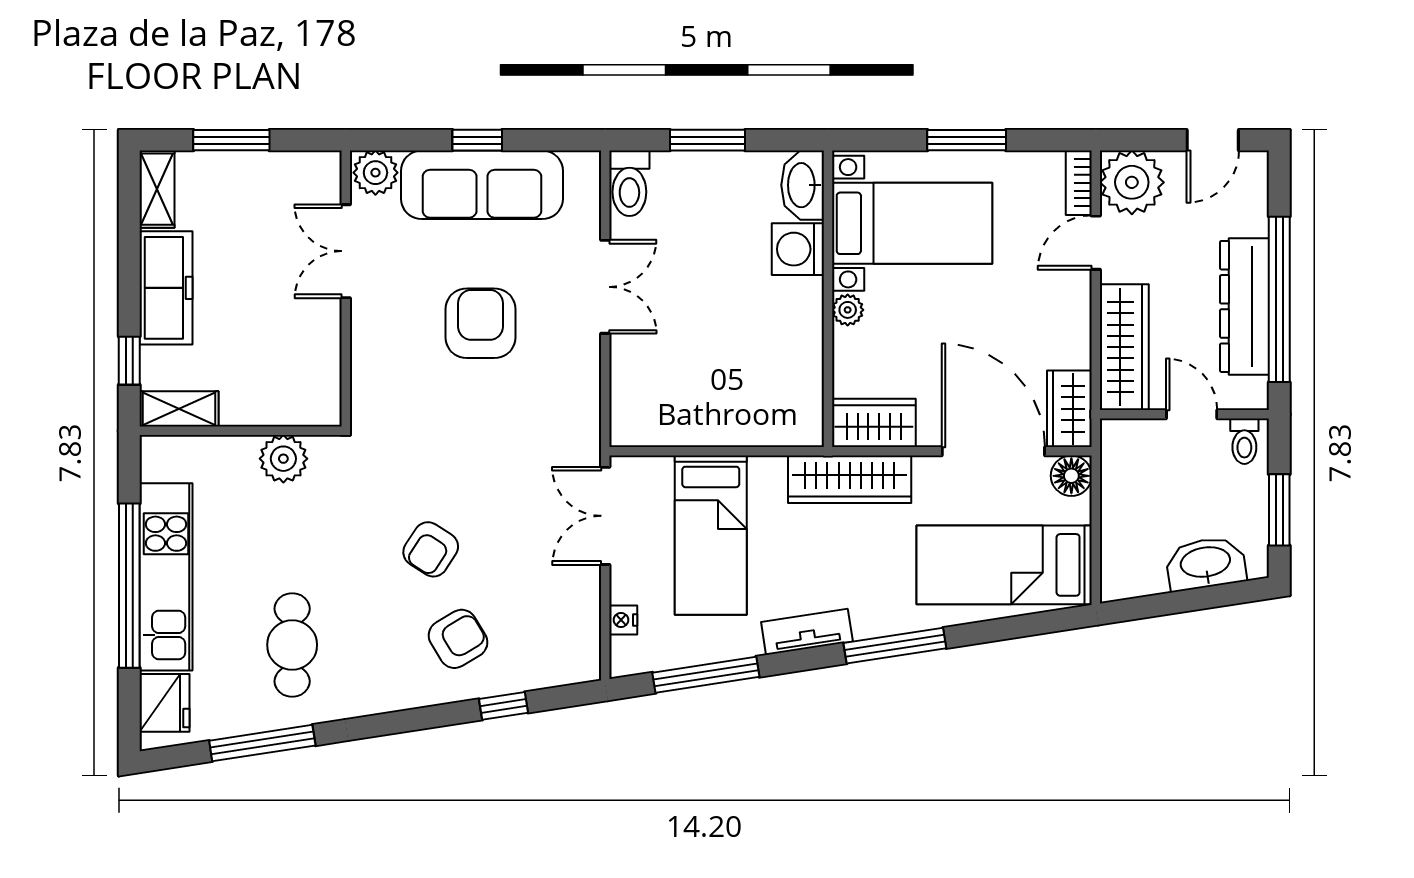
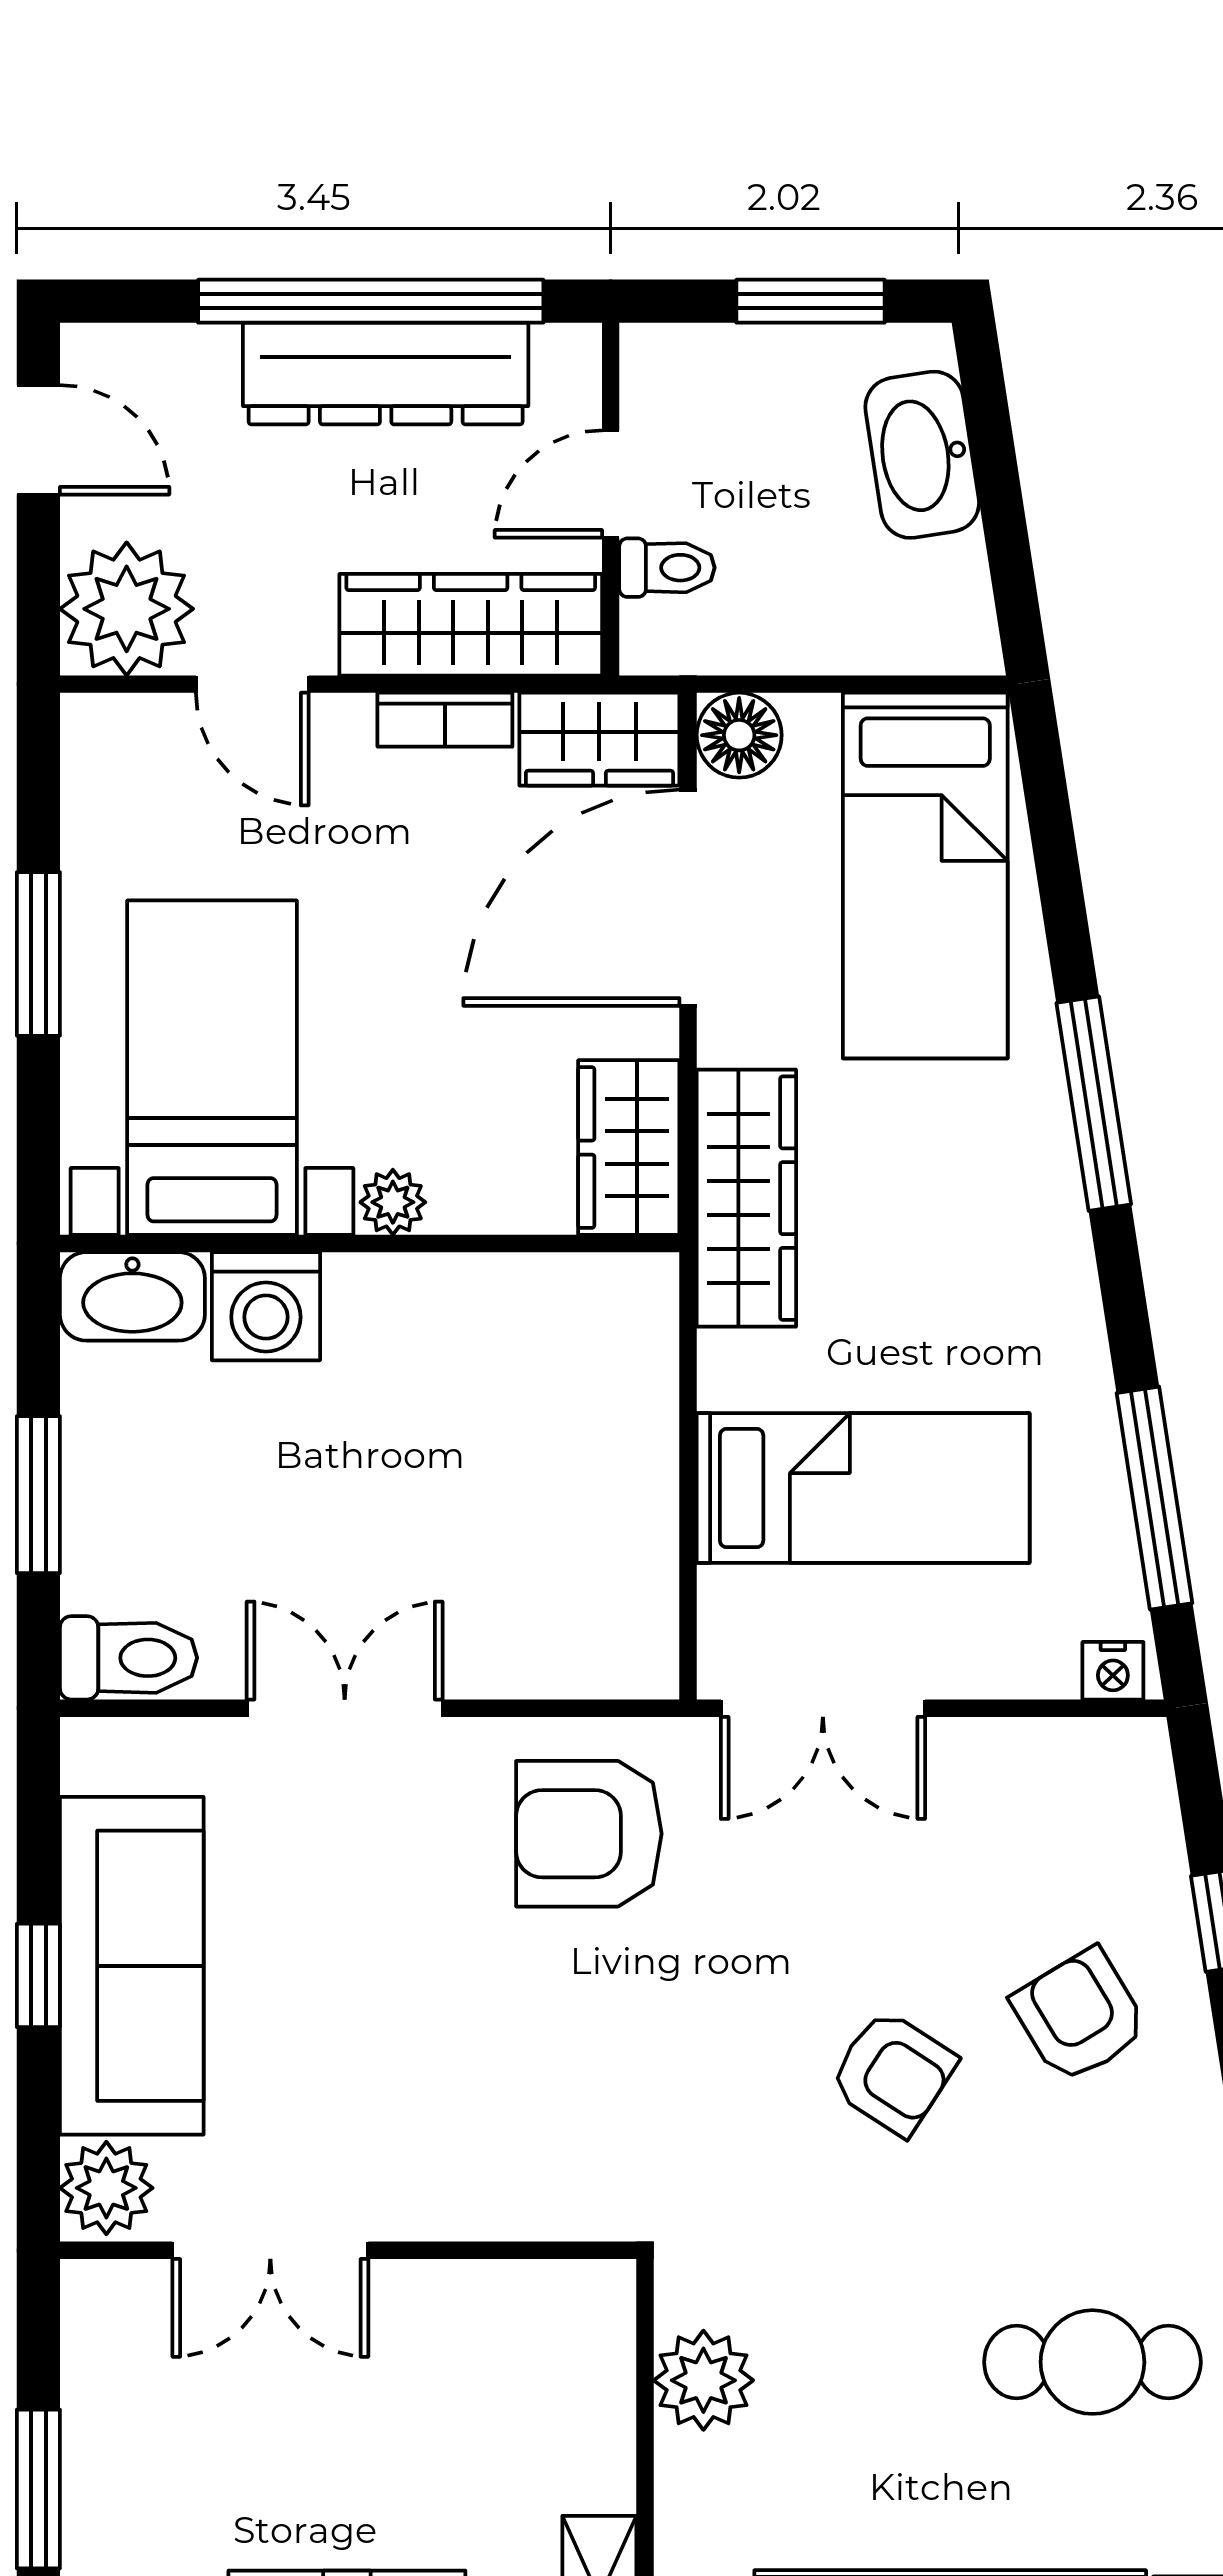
bookcase: (1079, 183) -> (445, 720), moved
armchair: (480, 323) -> (589, 1834), moved
toilet: (1244, 441) -> (667, 568), moved
nightstand: (623, 620) -> (1113, 1671), moved
tv unit: (807, 632) -> (1065, 1287), removed

